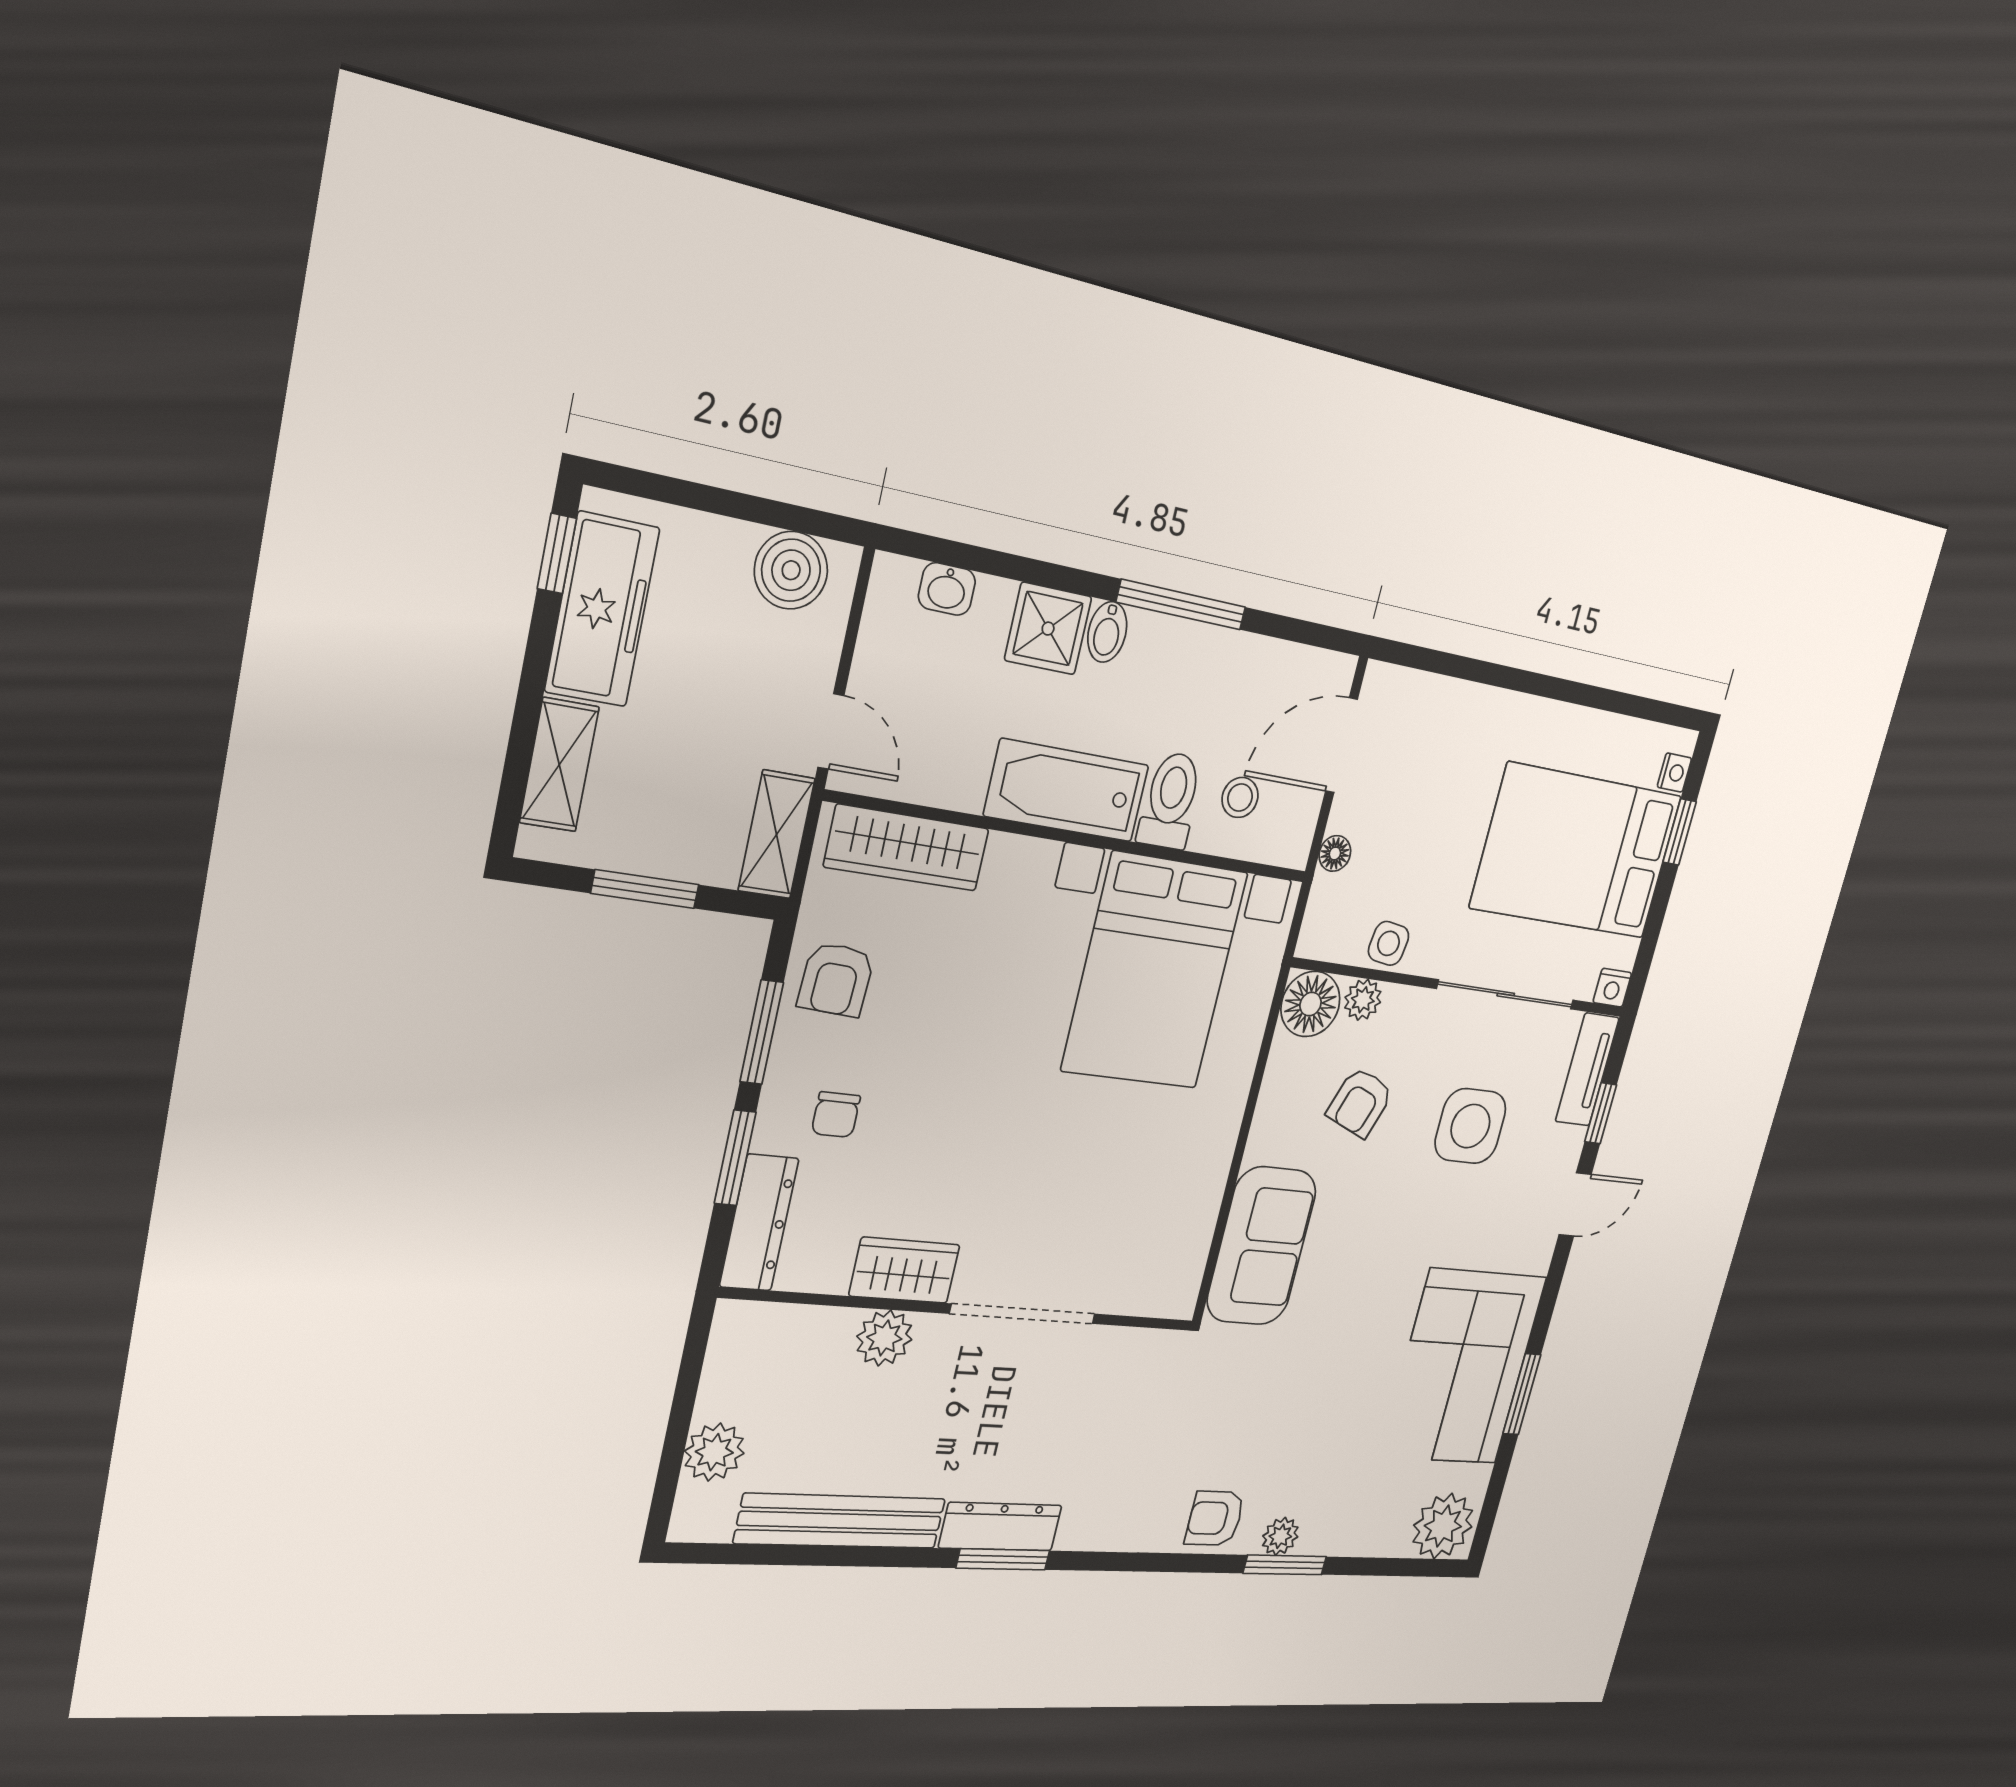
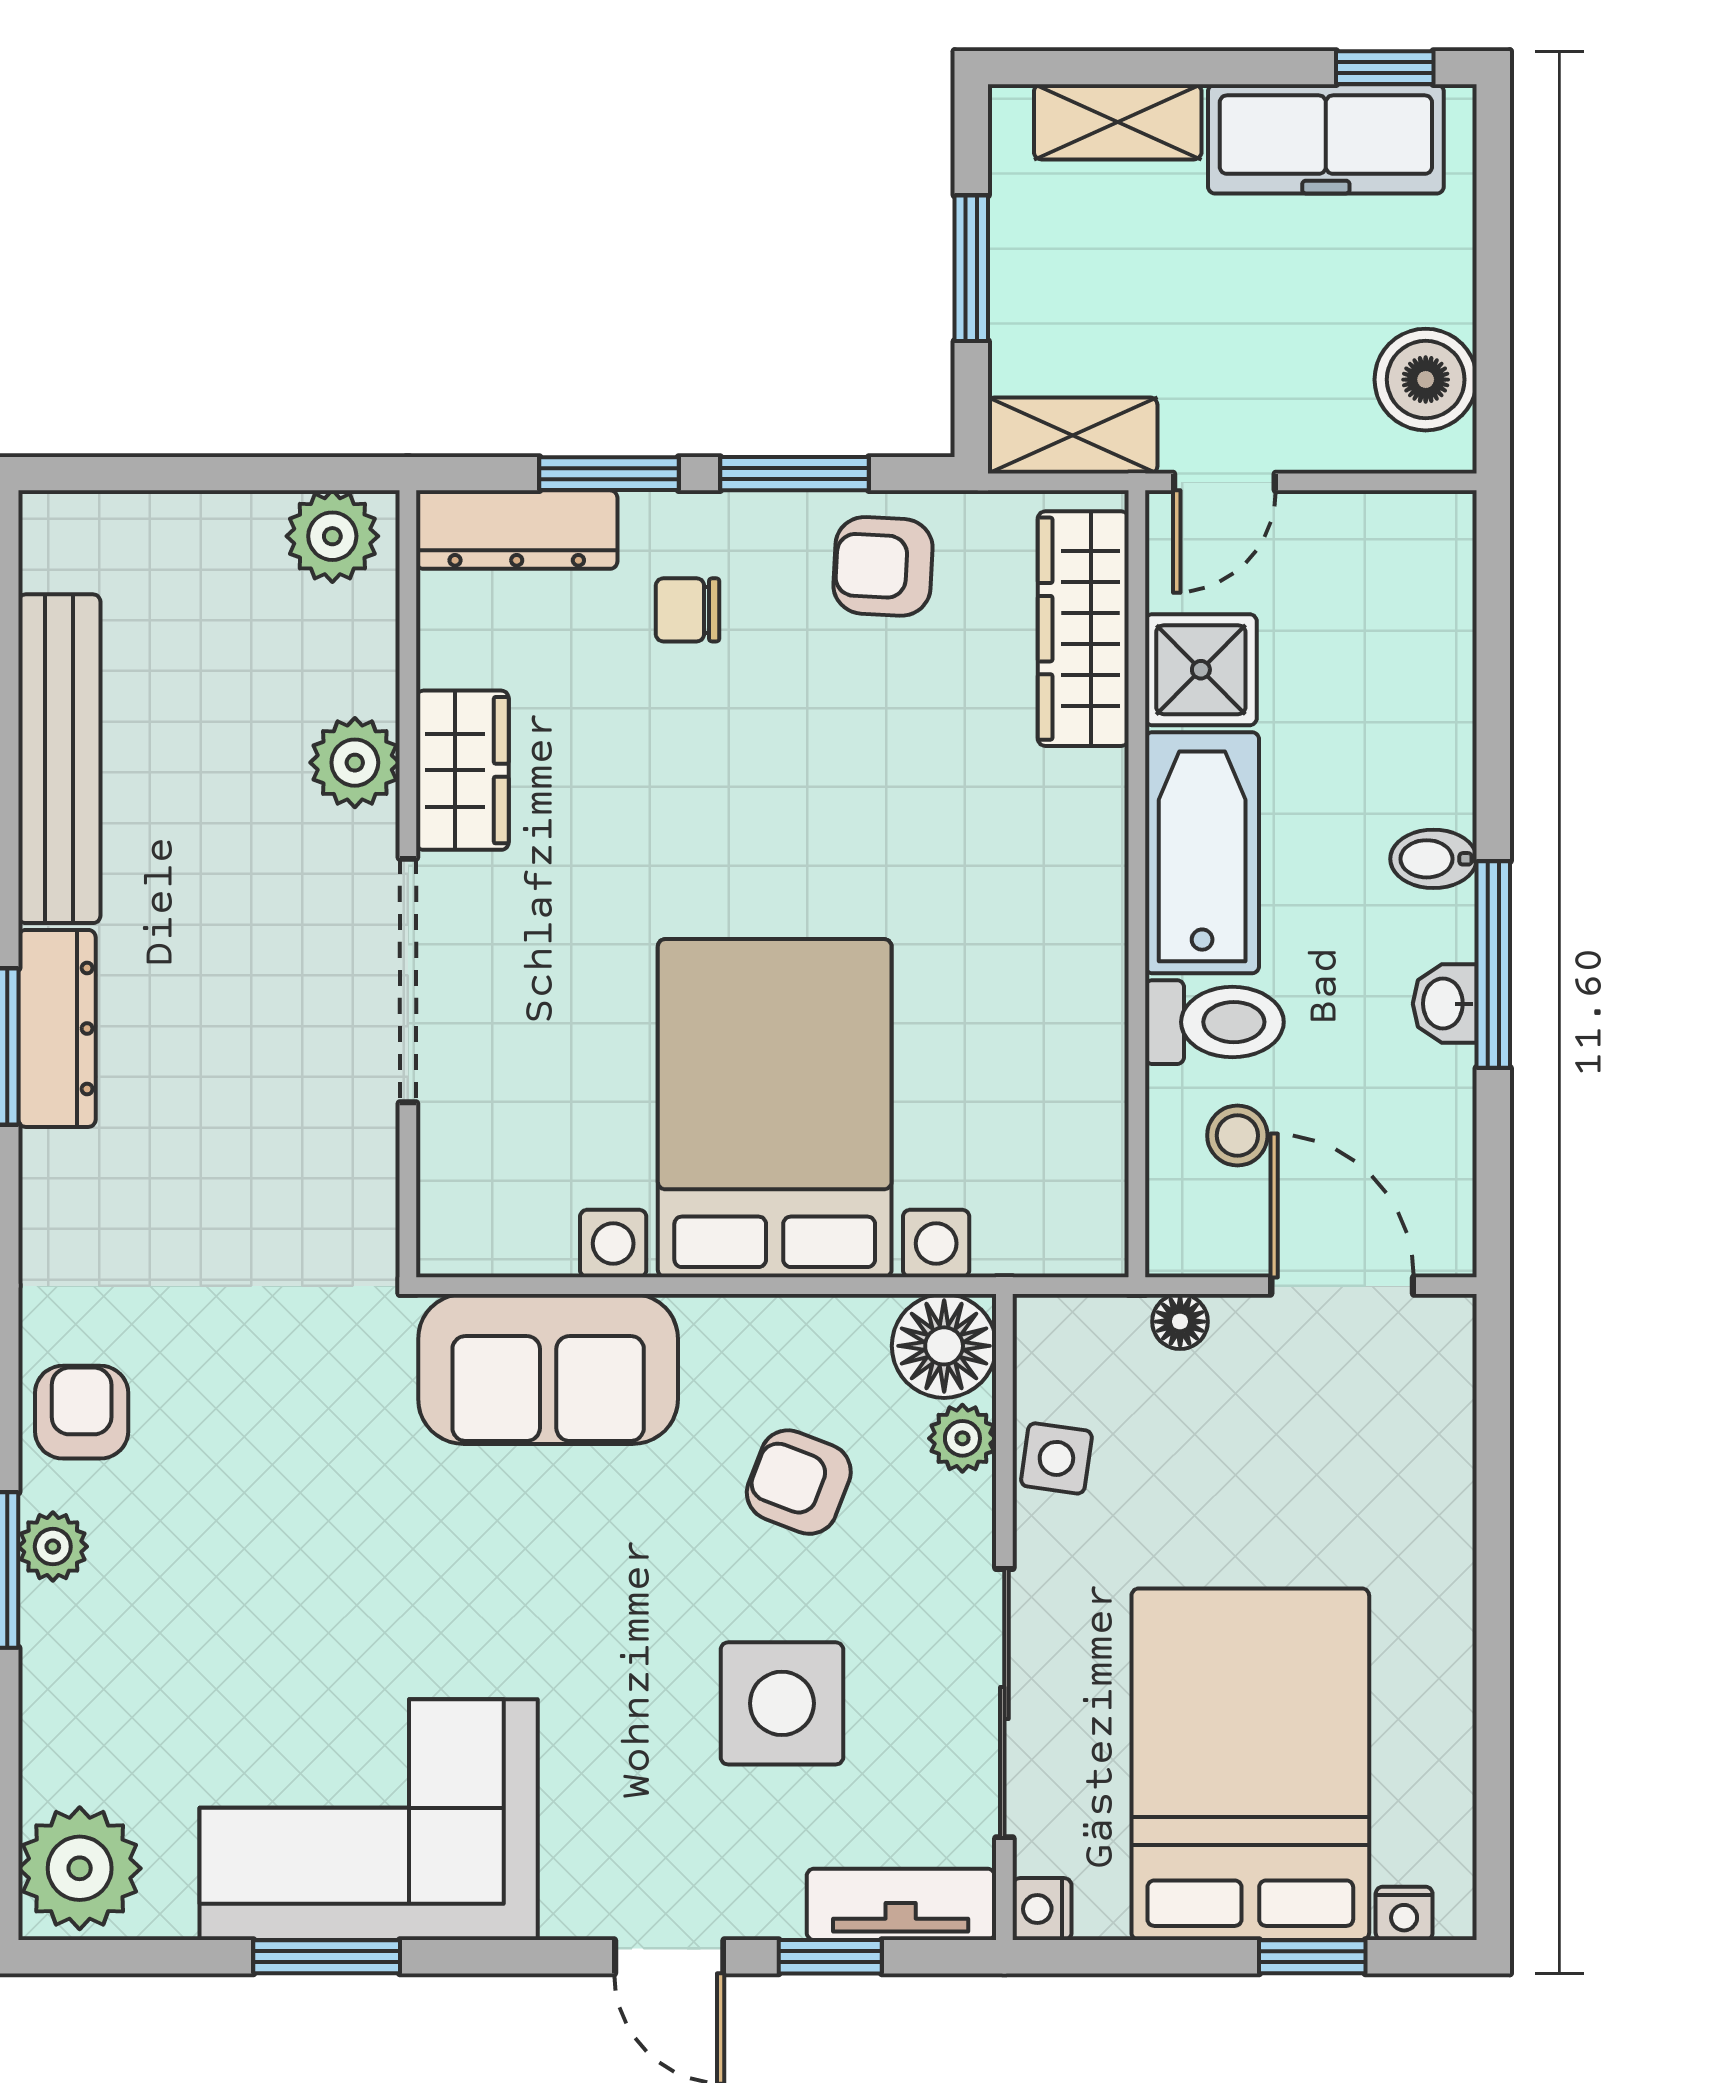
washbasin: (947, 589) -> (1445, 1004), moved
shower: (1048, 629) -> (1201, 670), moved
bed with nightstands: (1154, 971) -> (775, 1108), moved, turned 90
plant: (714, 1452) -> (332, 536), moved

